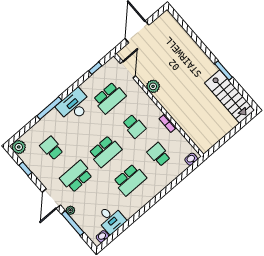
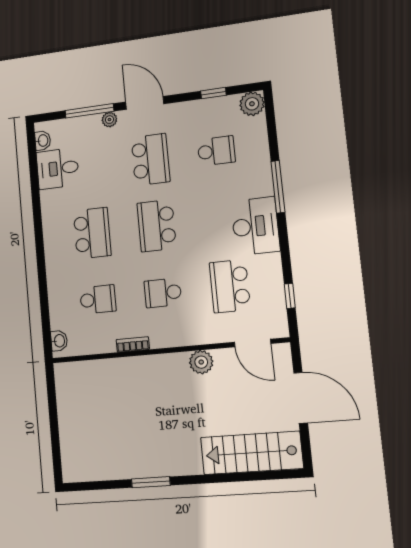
stairs: (230, 96) -> (252, 453), moved
school desk: (130, 180) -> (92, 233), turned 180

